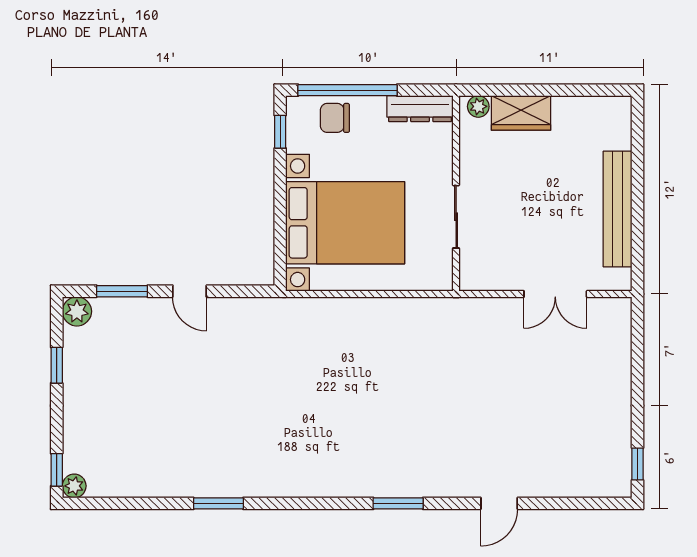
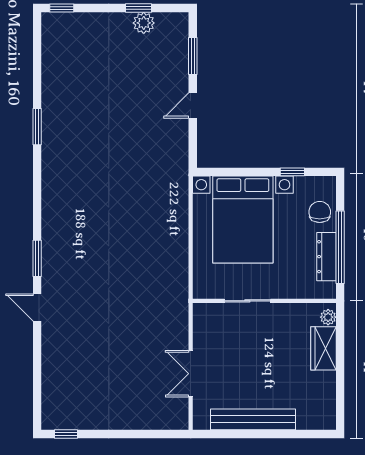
window: (347, 90) -> (340, 247), moved
dresser: (420, 109) -> (326, 257), moved
window: (280, 132) -> (292, 172), moved
plant: (77, 311) -> (144, 23), moved
plant: (74, 486) -> (50, 21), removed
door: (499, 503) -> (37, 307), moved

